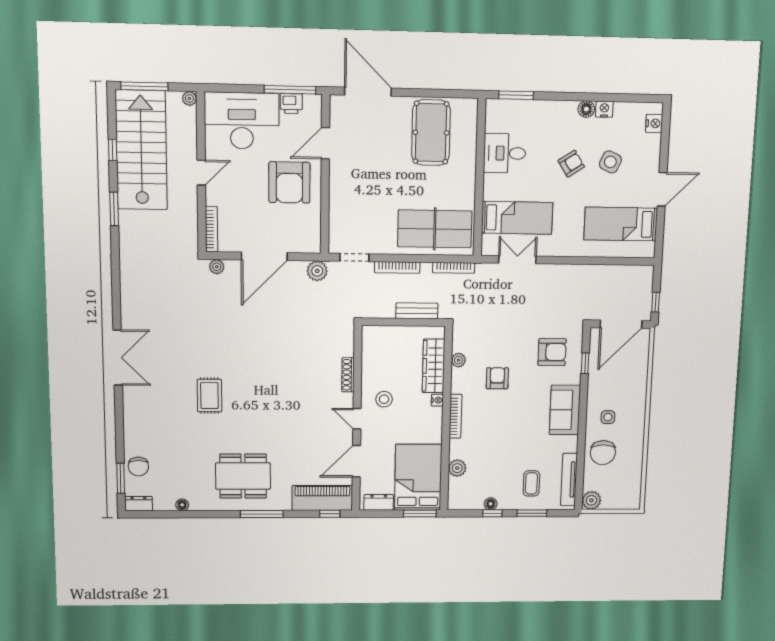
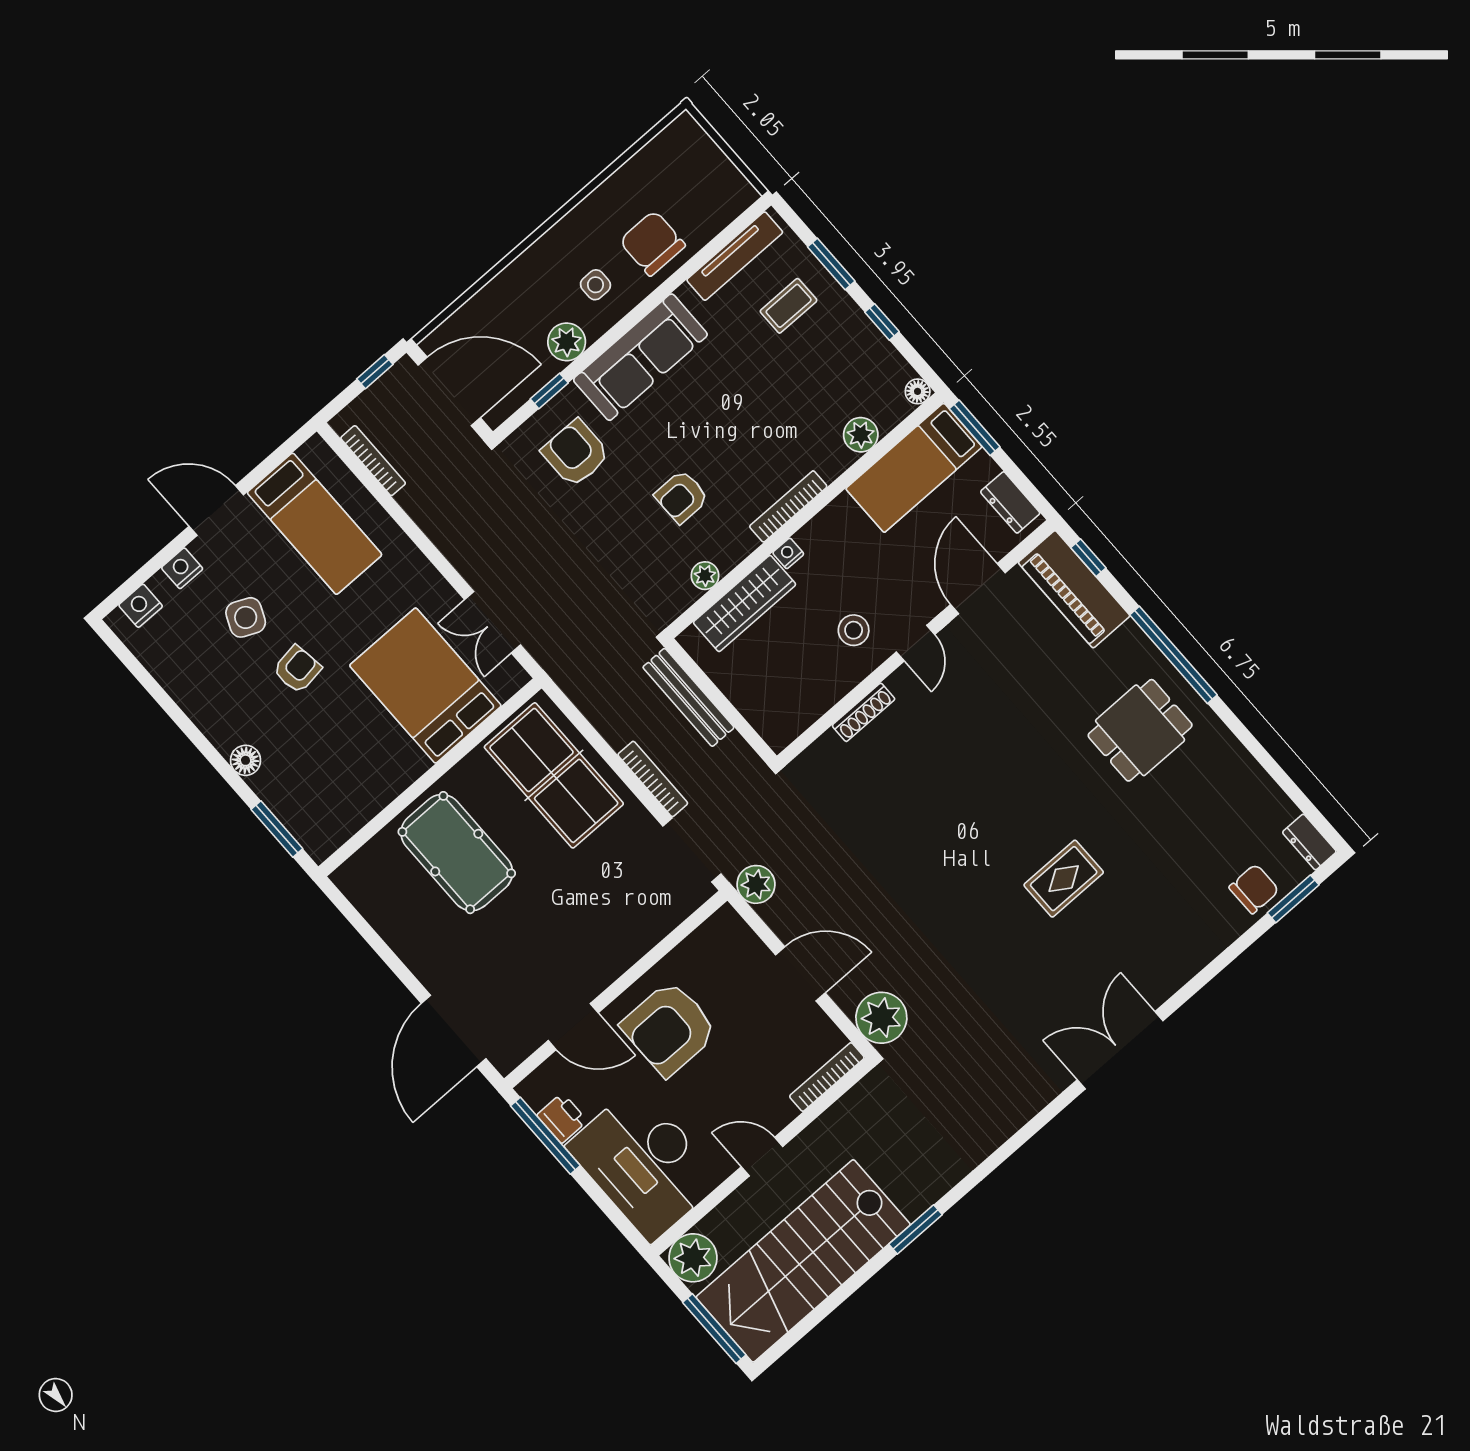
plant: (189, 99) -> (693, 1258), width x1.88, depth x1.88
floor lamp: (586, 109) -> (245, 760), moved
nightstand: (604, 109) -> (182, 568), moved, turned 90
pool table: (431, 133) -> (457, 853), moved, turned 90
window: (113, 150) -> (837, 1298), removed
desk: (505, 153) -> (366, 773), removed
armchair: (571, 164) -> (297, 669), turned 115
armchair: (289, 182) -> (669, 1028), turned 180
bed: (517, 218) -> (425, 686), width x1.50
door: (264, 256) -> (800, 974), width x0.73
doorway: (354, 257) -> (692, 850), width x1.38
plant: (217, 267) -> (881, 1018), width x1.87, depth x1.87
bookcase: (454, 268) -> (373, 461), moved
bench: (417, 311) -> (688, 697), width x1.36
sofa: (565, 410) -> (640, 357), width x1.36
chair: (603, 453) -> (652, 243), turned -90
door: (356, 461) -> (978, 589), swing flipped
dining table: (243, 476) -> (1140, 730), width x0.73
bed: (418, 477) -> (914, 468), width x0.67
plant: (591, 500) -> (567, 342), moved
floor lamp: (491, 504) -> (918, 391), moved
floor lamp: (182, 505) -> (1258, 779), removed
window: (262, 514) -> (1173, 655), width x1.46

